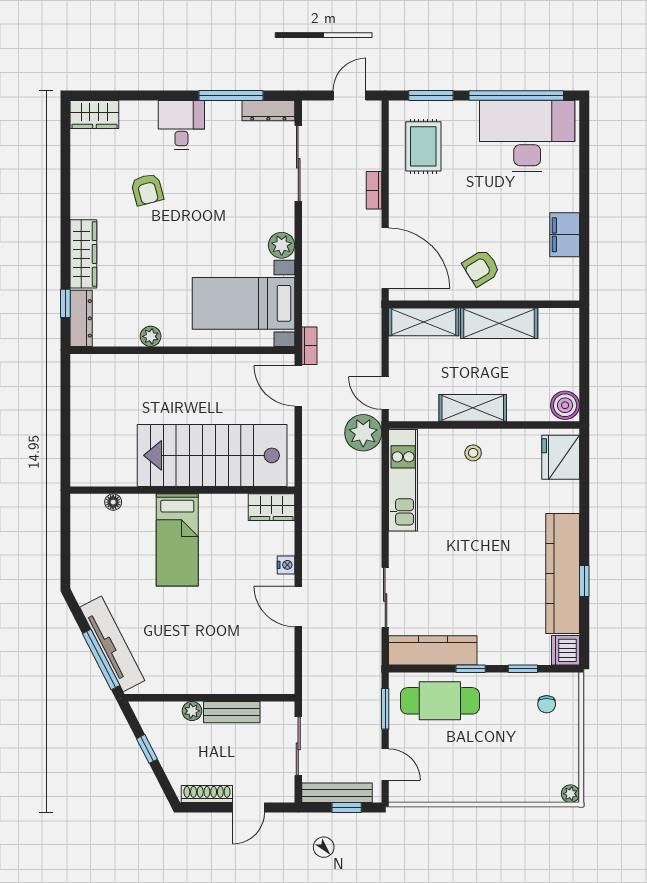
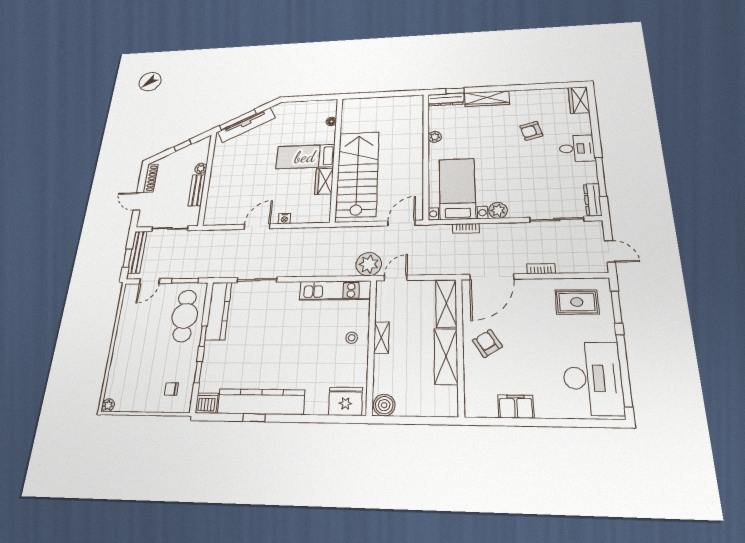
bookcase: (309, 346) -> (466, 228), moved
shelving: (473, 408) -> (381, 337), width x0.67, depth x0.75
wardrobe: (272, 507) -> (324, 181), moved

